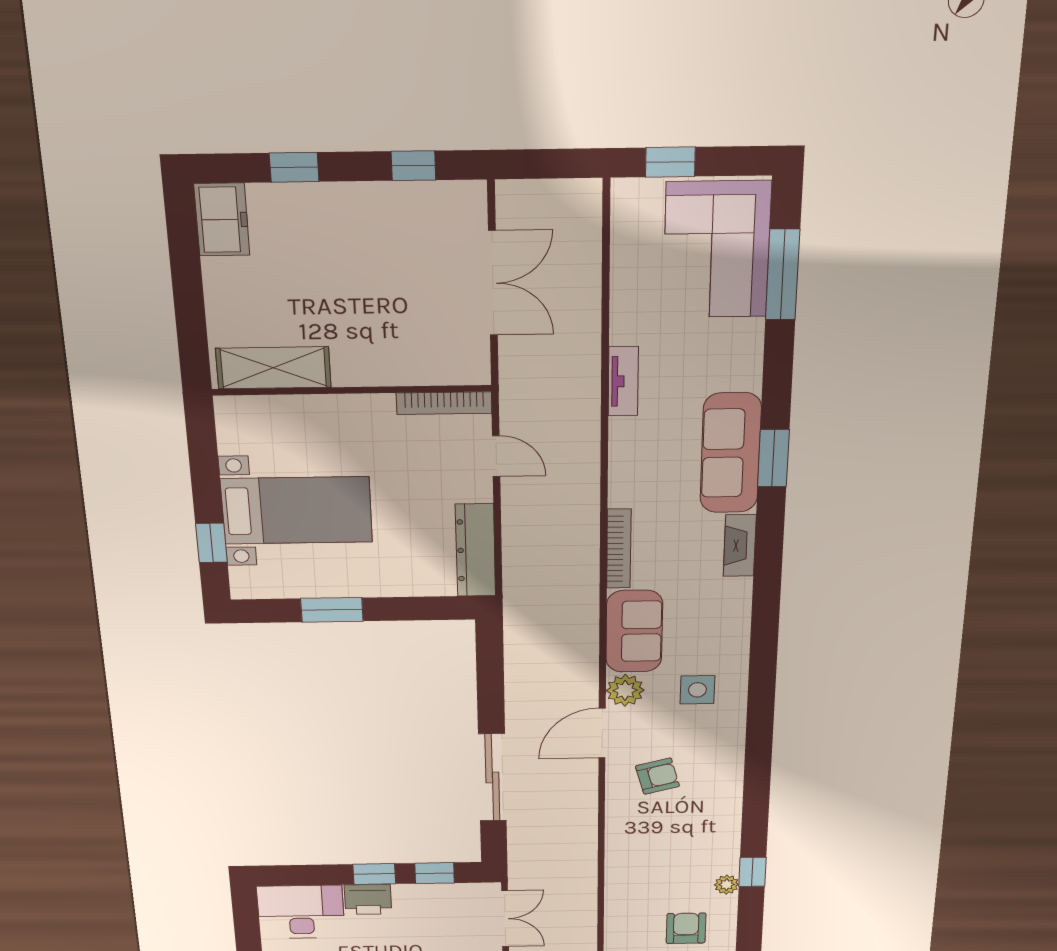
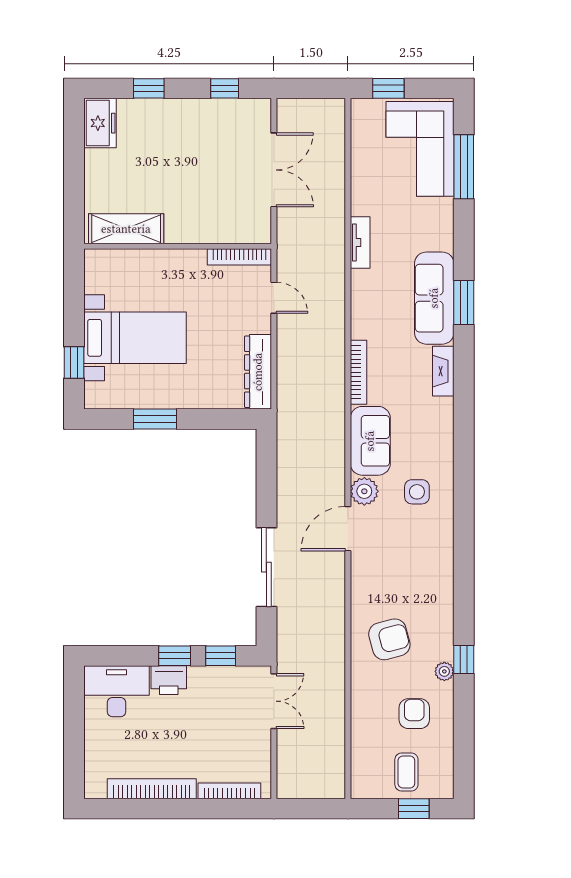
armchair: (658, 776) -> (389, 639), moved, width x1.38, depth x1.38

